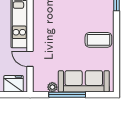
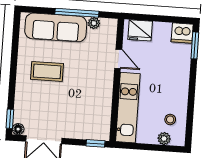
coffee table: (98, 40) -> (47, 71), moved

